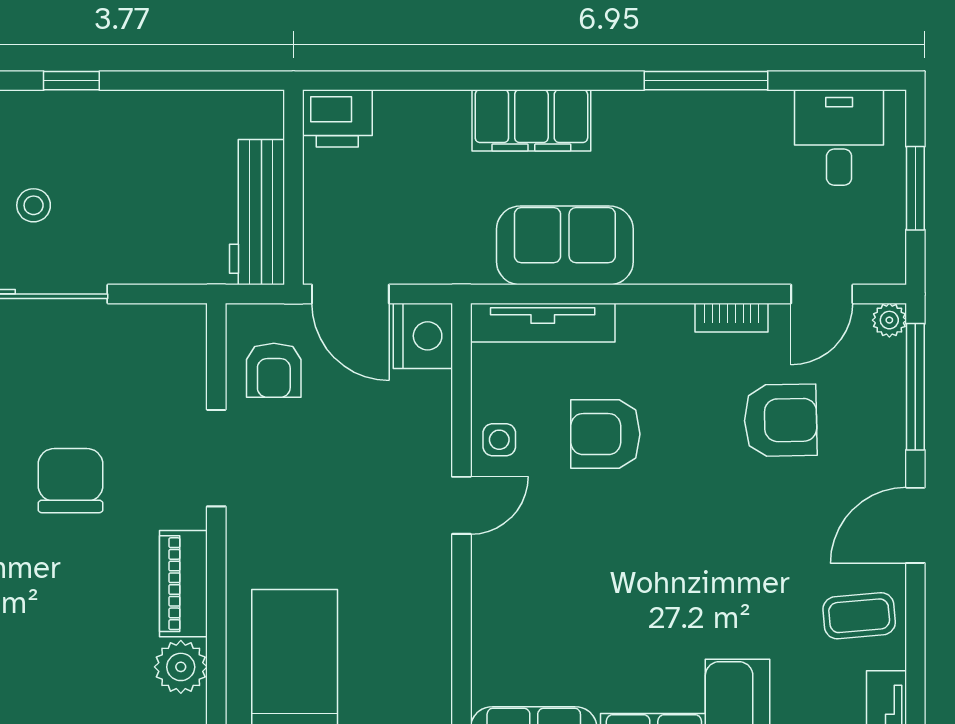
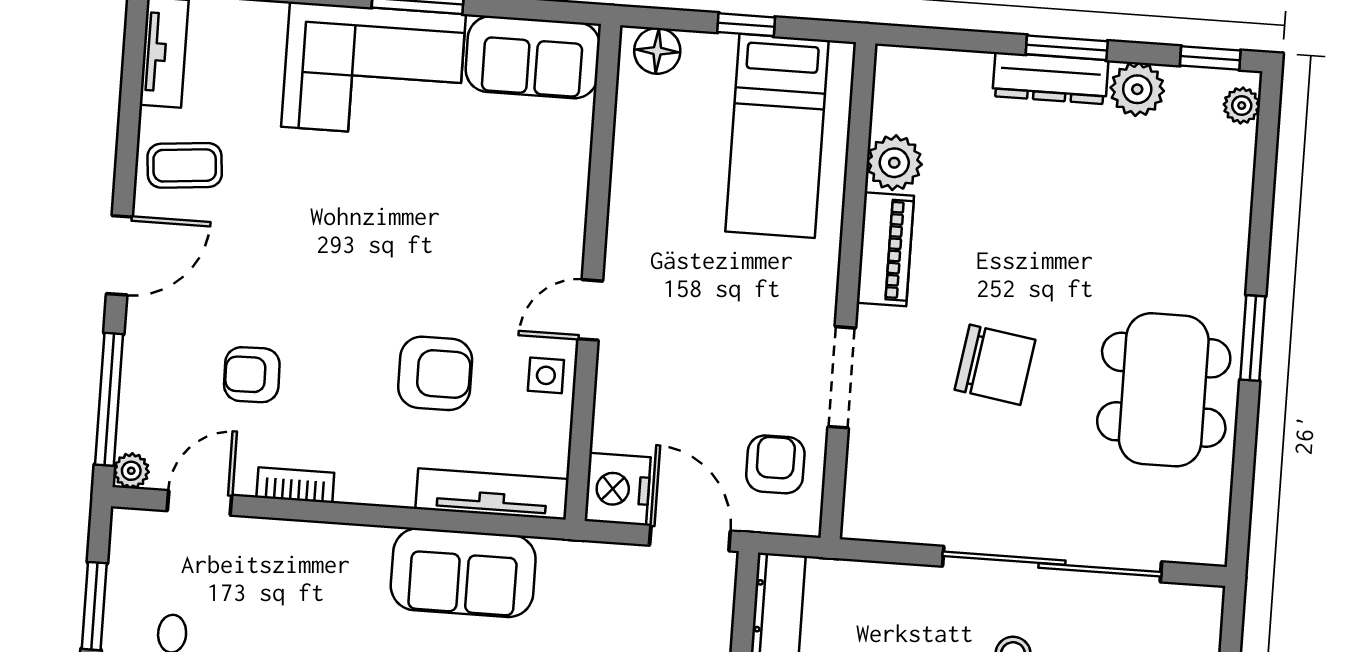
armchair: (781, 420) -> (252, 375), width x0.72, depth x0.72
chair: (71, 481) -> (995, 365), turned -81

